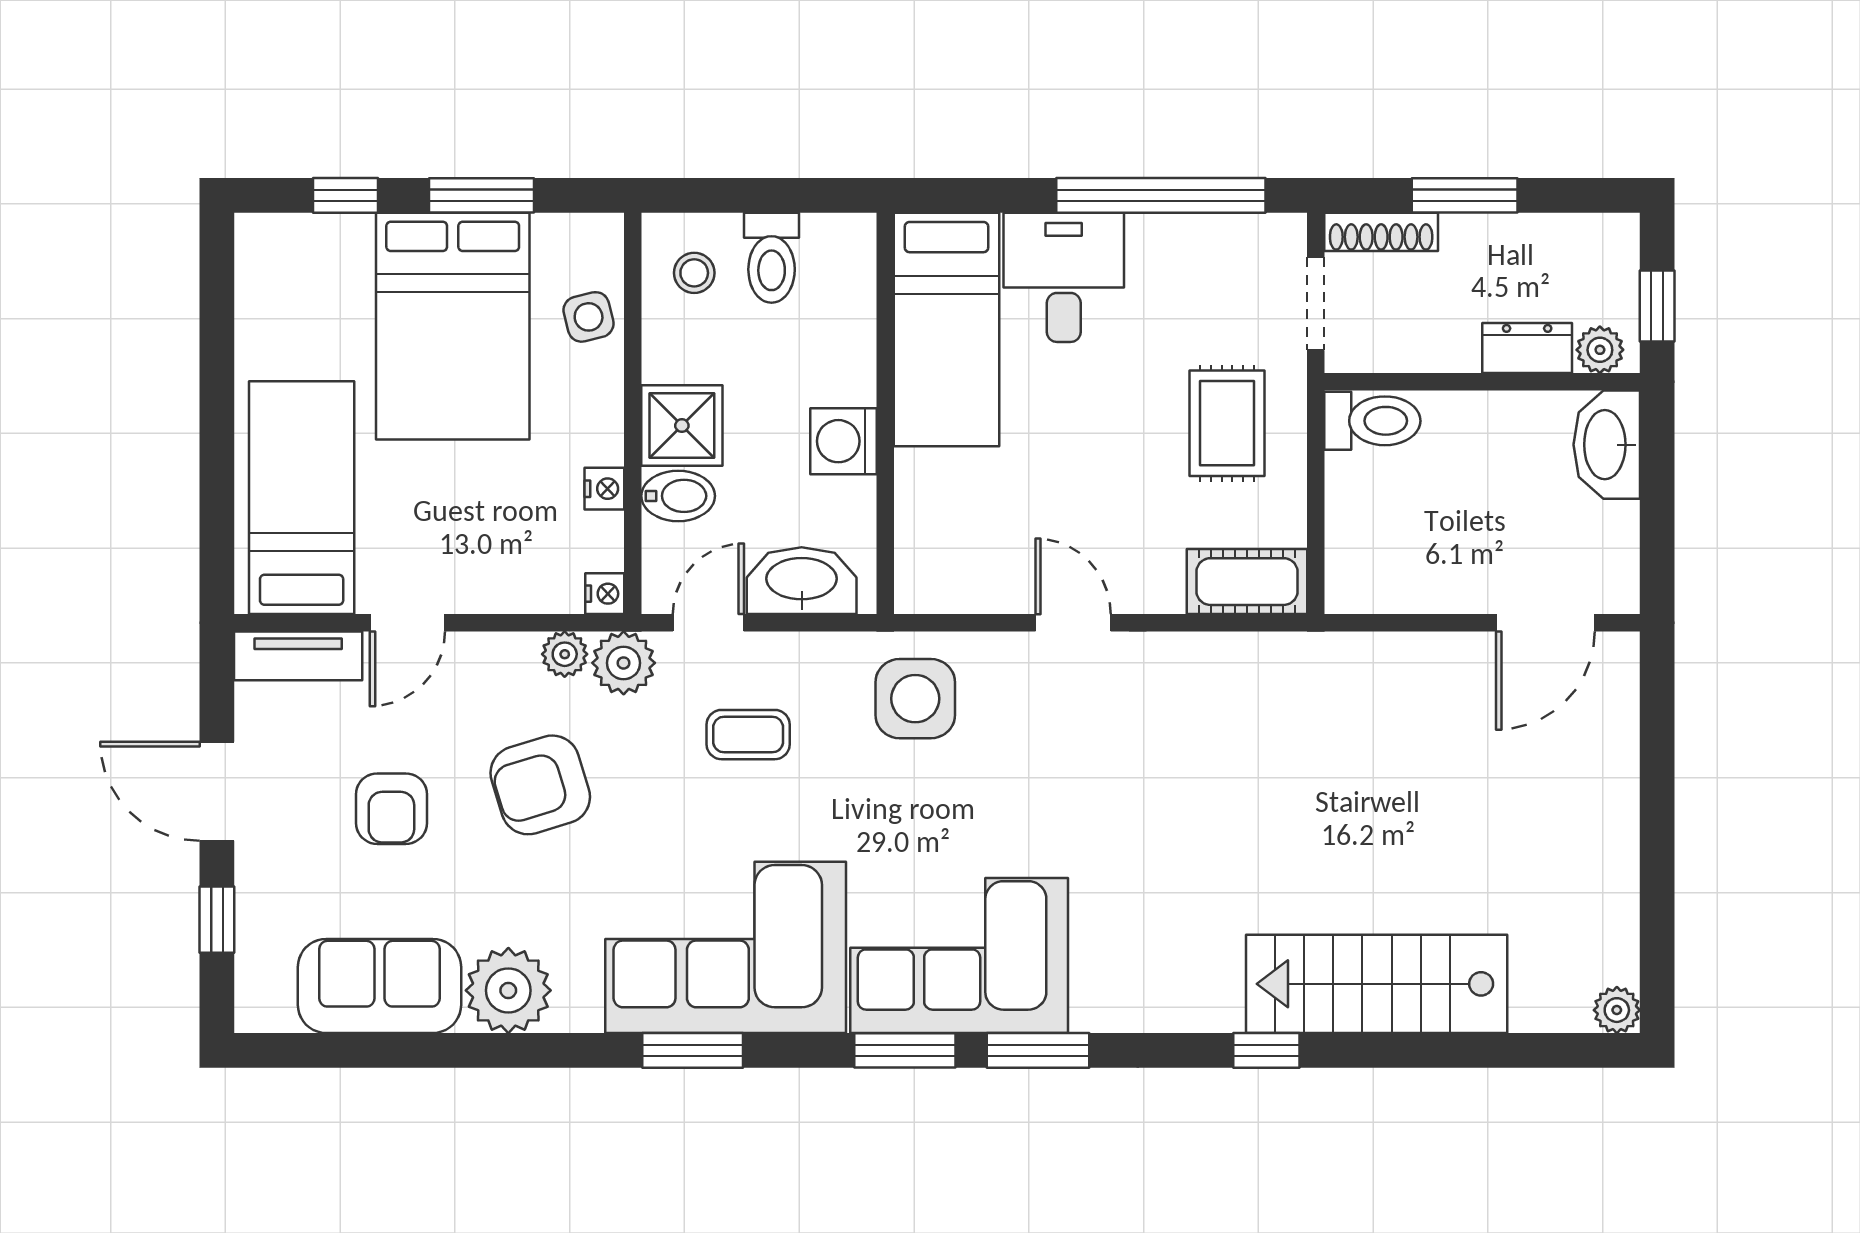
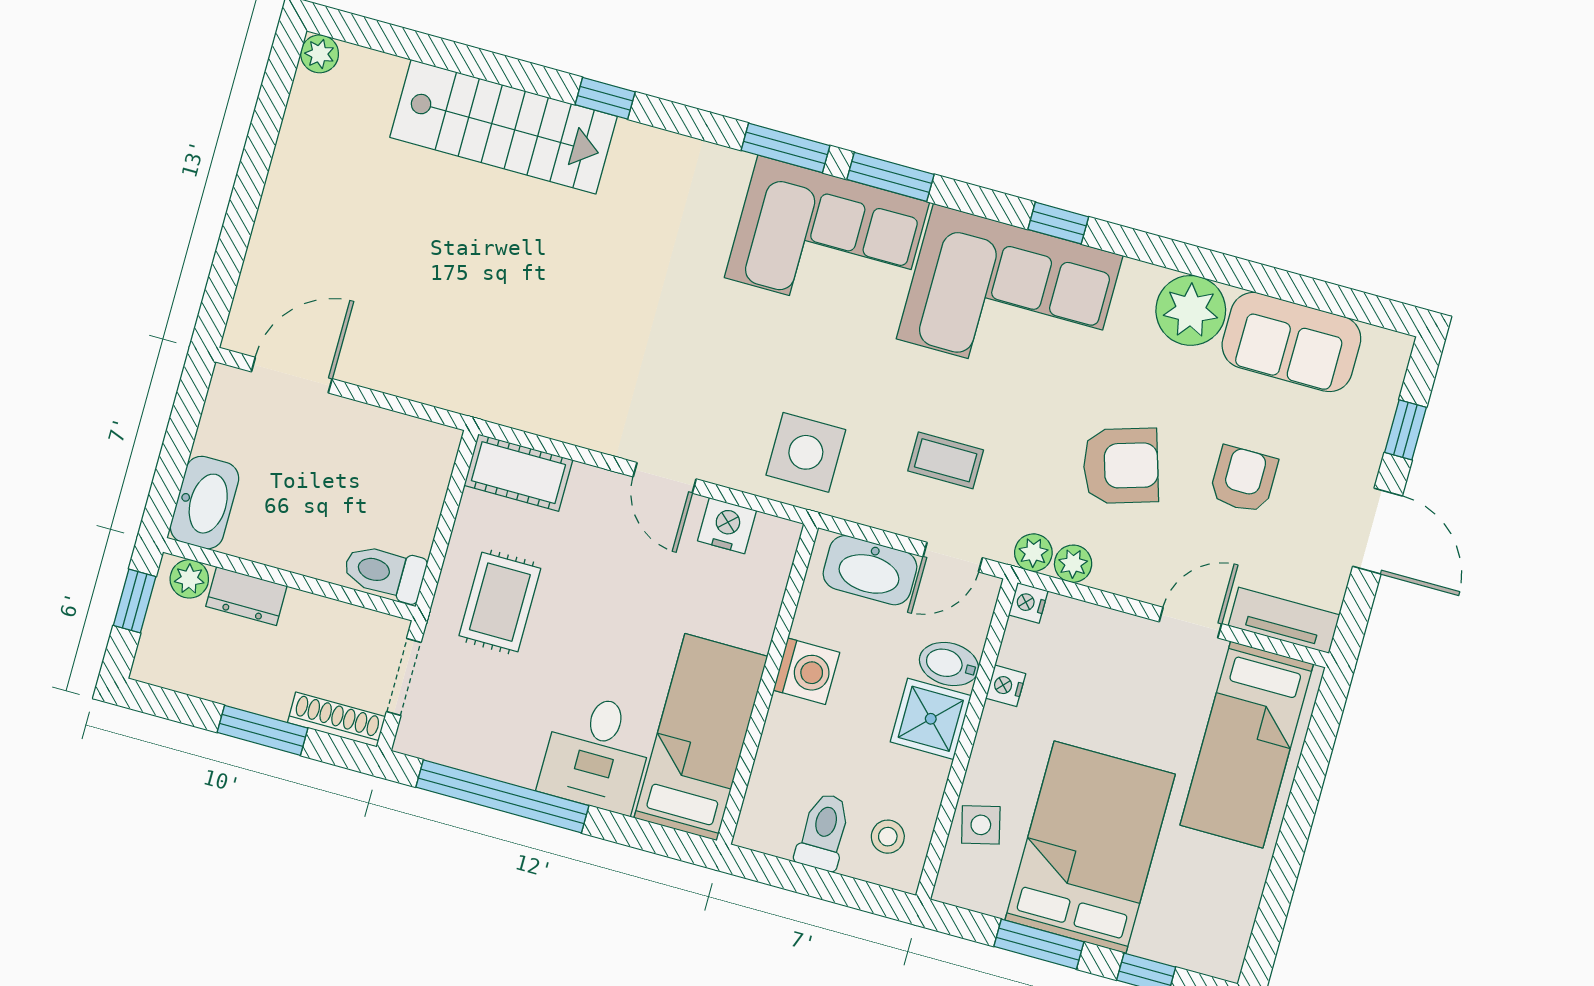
nightstand: (984, 587) -> (727, 526), added
plant: (624, 663) -> (1033, 553), width x0.73, depth x0.73
window: (693, 1050) -> (1058, 223), width x0.67

